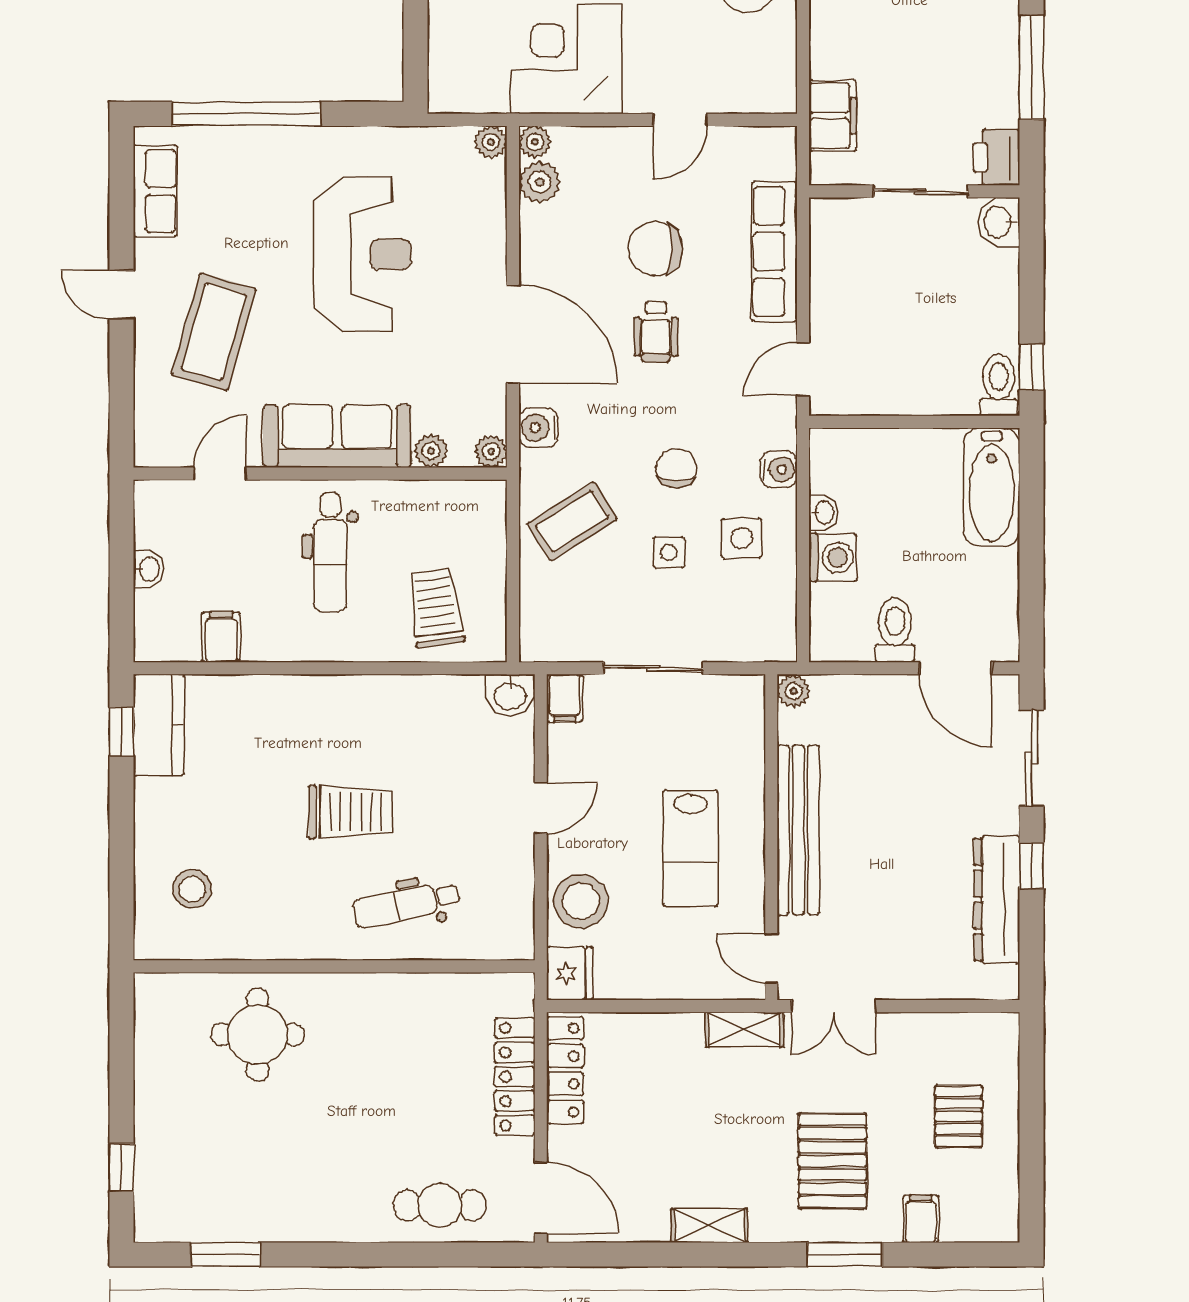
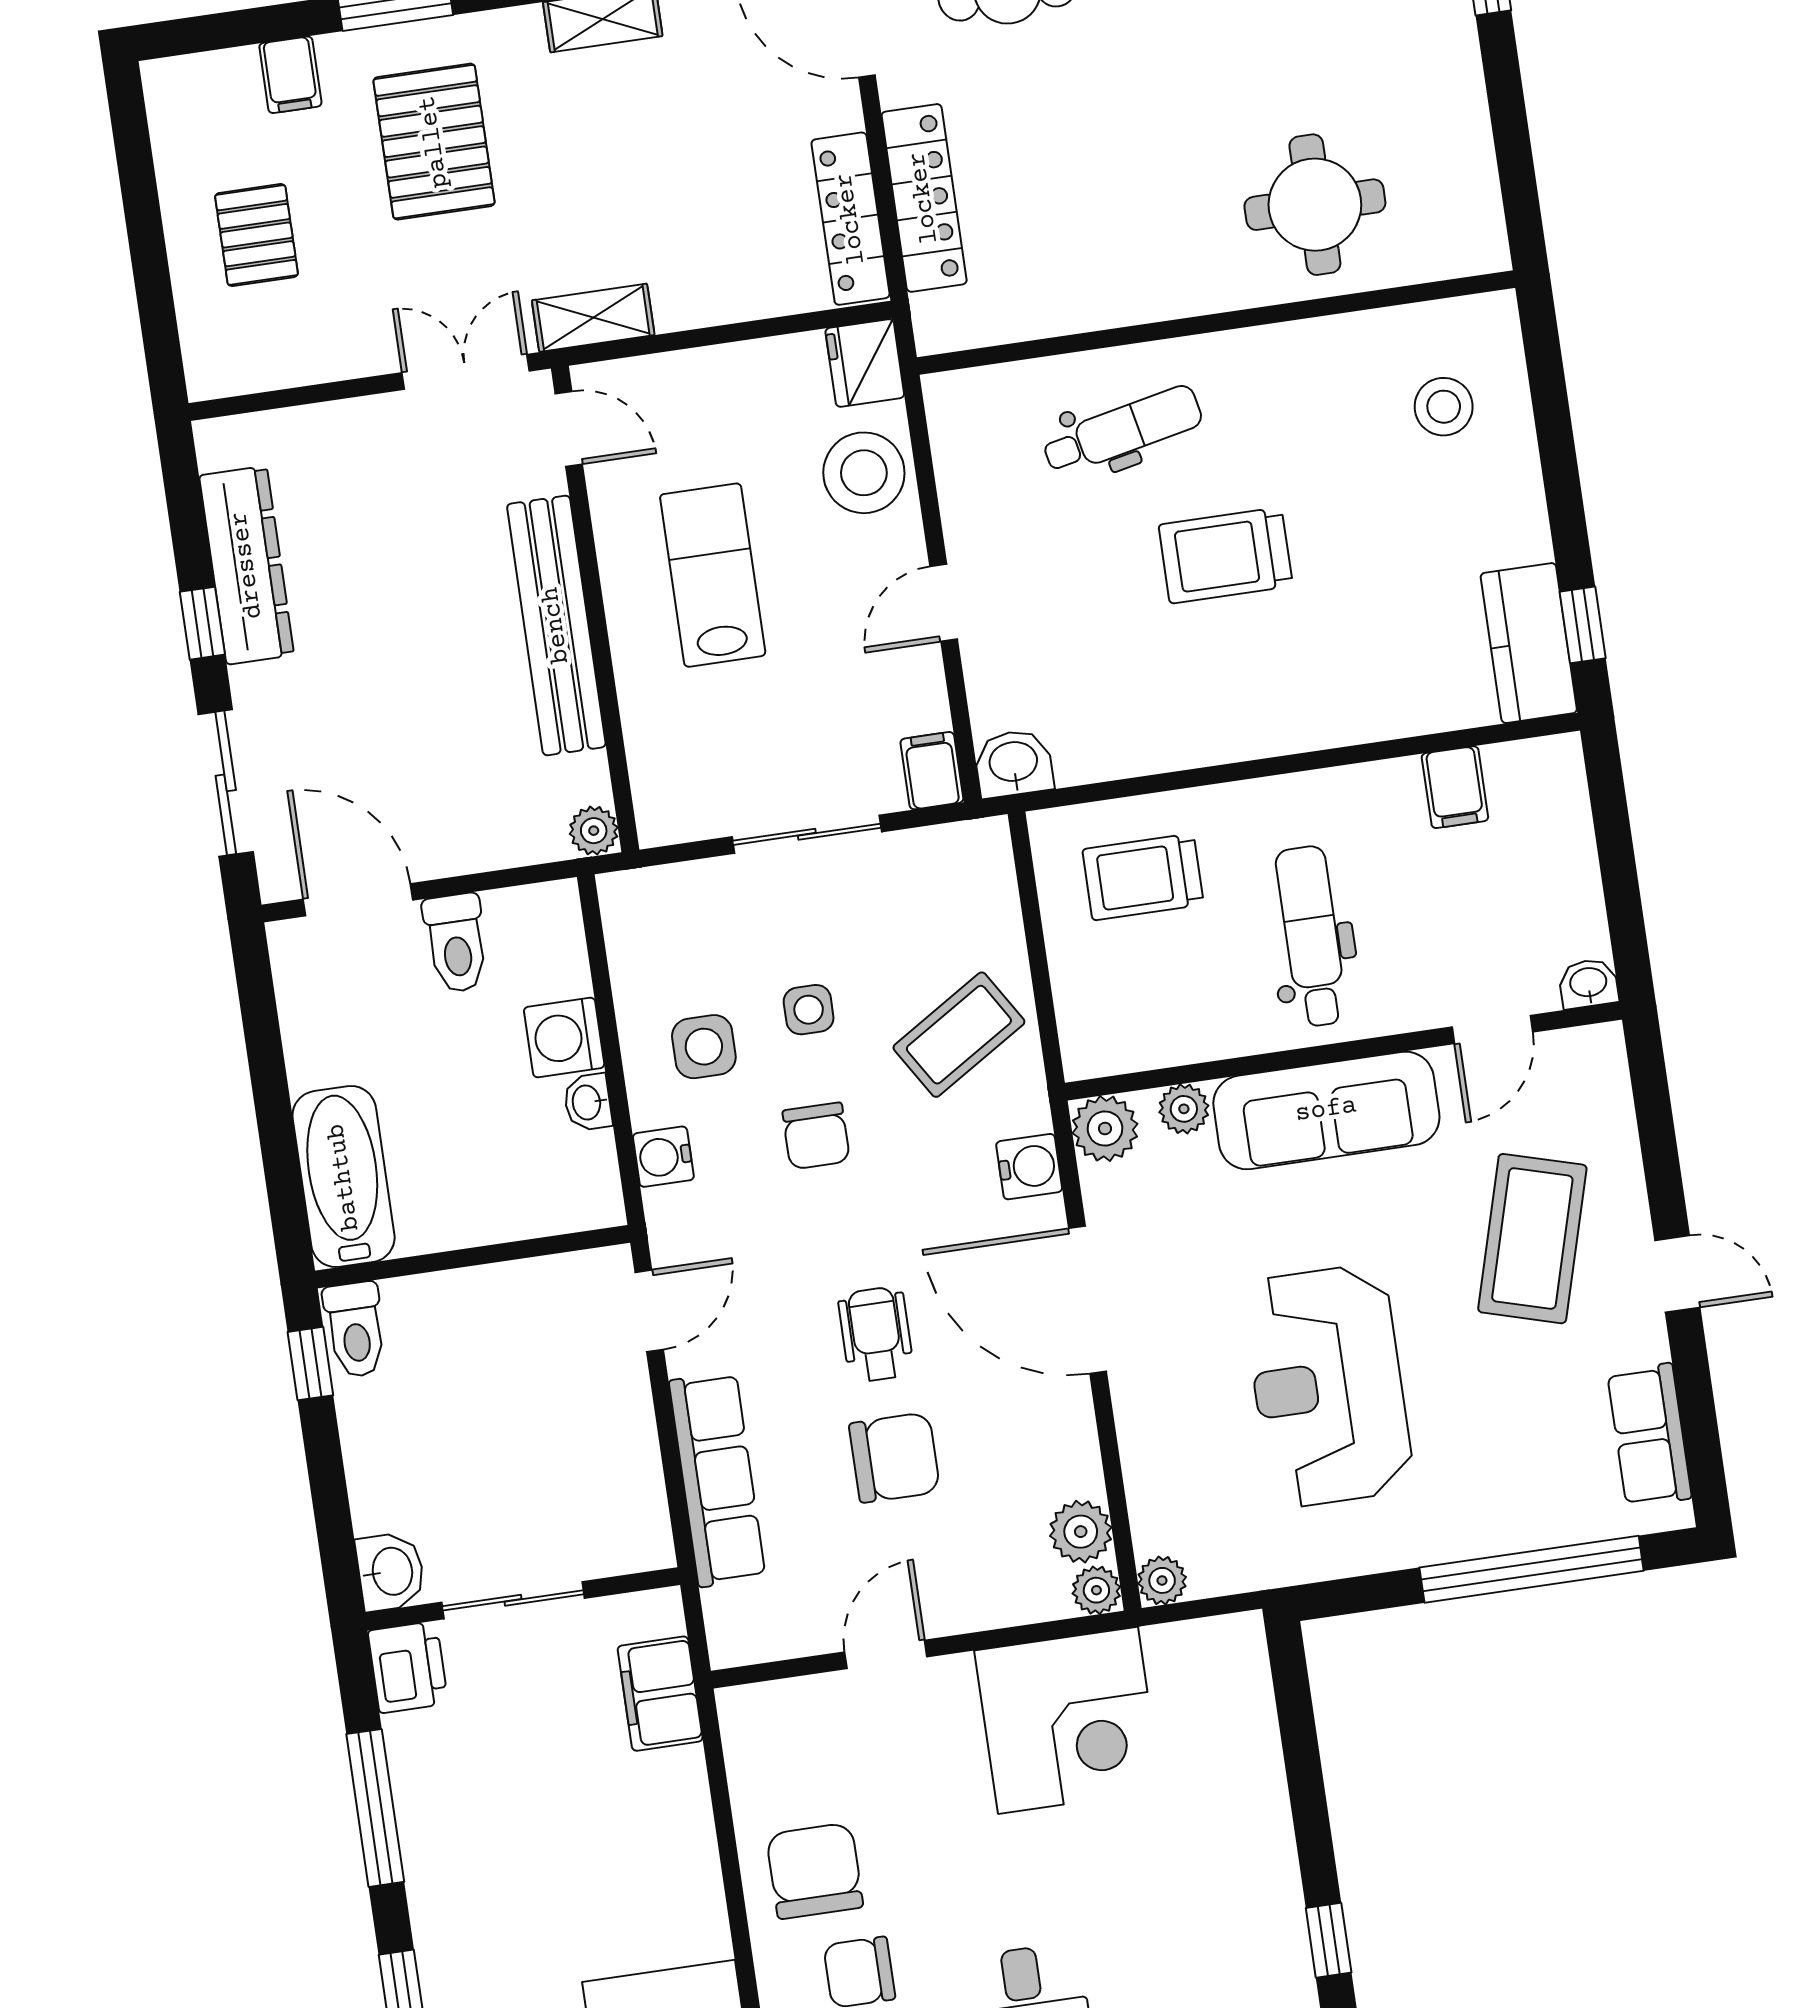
plant: (491, 452) -> (1105, 1129), width x1.38, depth x1.38
washbasin: (149, 569) -> (1588, 983), moved, turned 90
trolley: (436, 608) -> (1143, 877), turned 98

